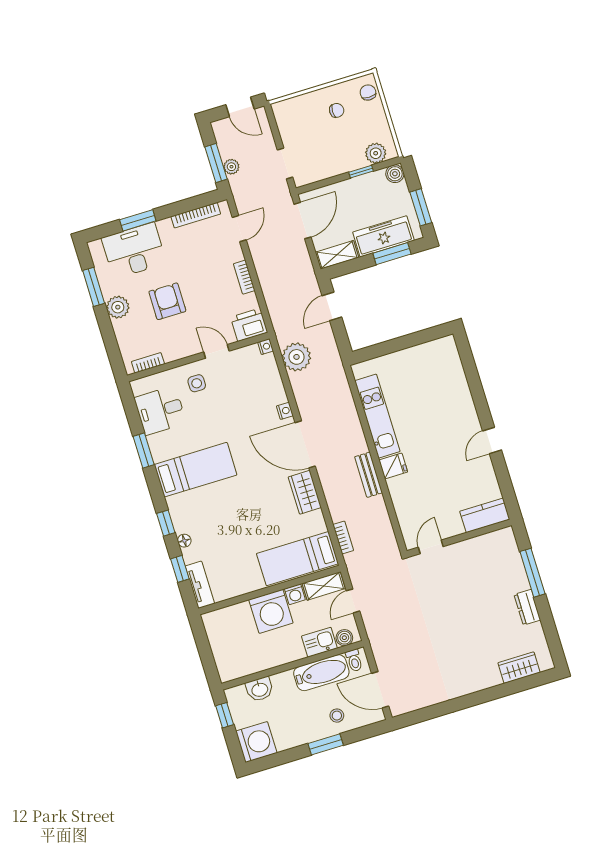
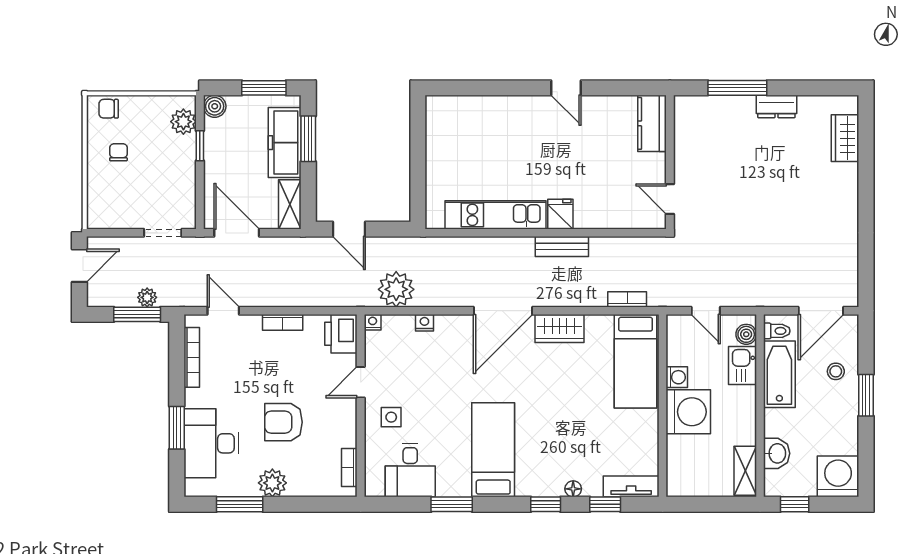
nightstand: (285, 411) -> (424, 323), moved
shelving: (324, 586) -> (745, 471), moved

